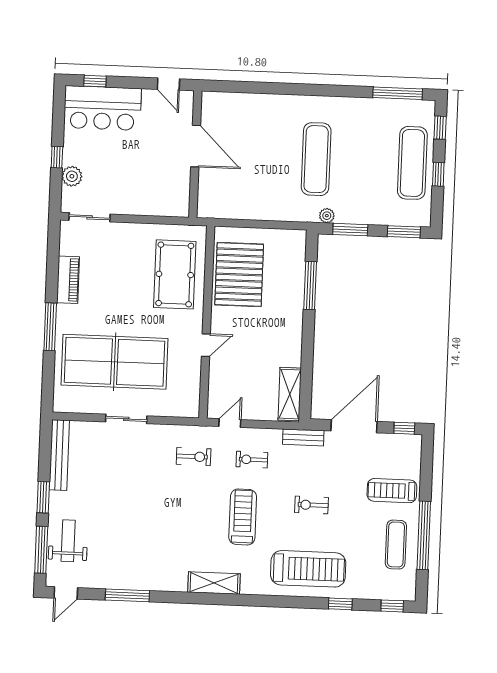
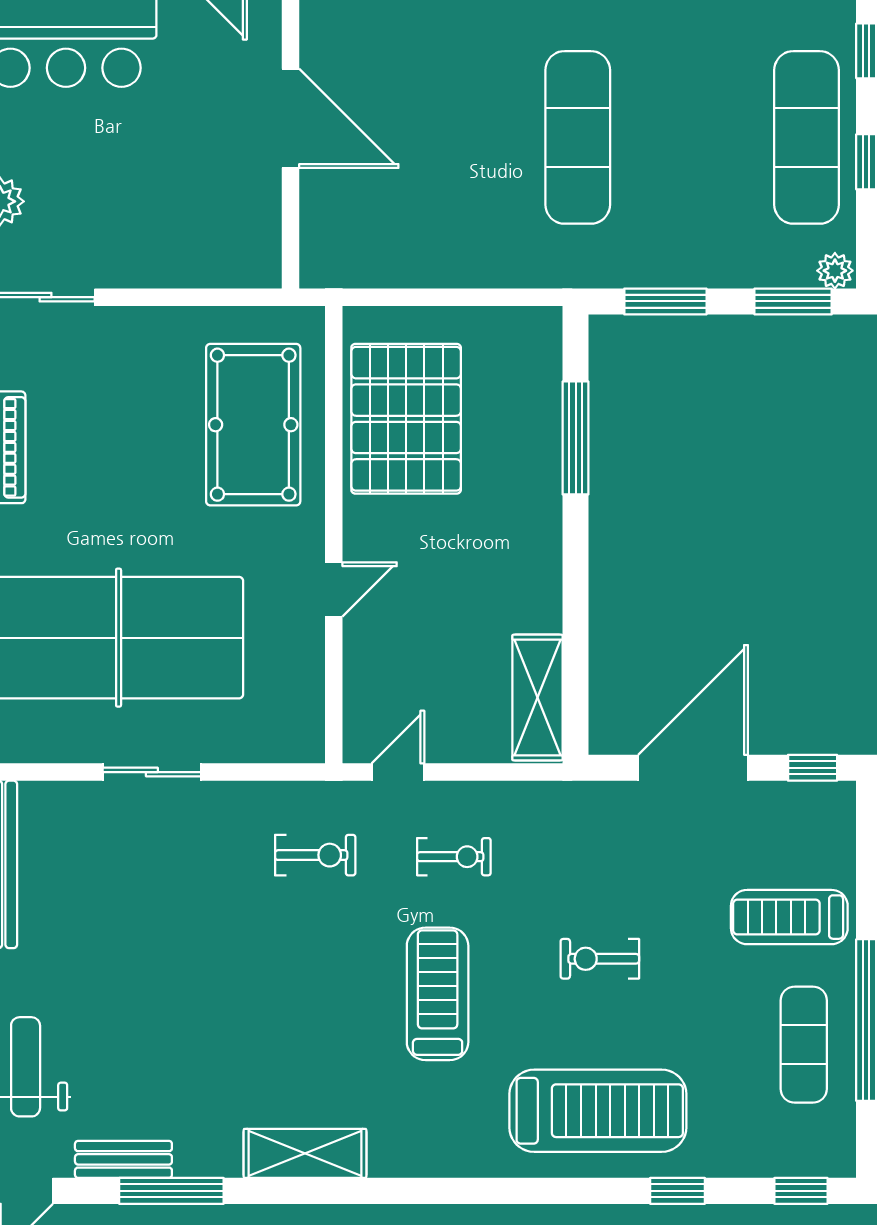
plant: (327, 216) -> (835, 271), moved
bench: (303, 437) -> (123, 1159), moved
exercise bike: (252, 460) -> (454, 857), turned 180
shelving: (214, 583) -> (305, 1153), moved

